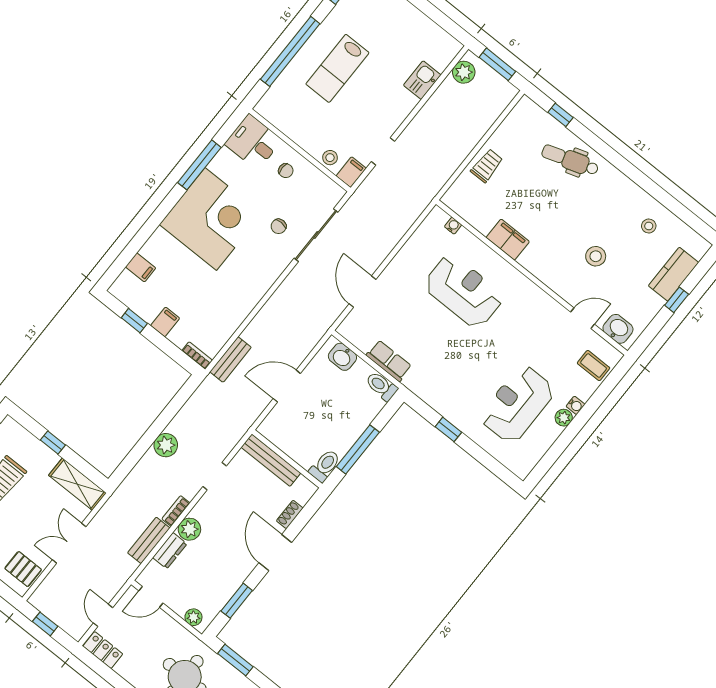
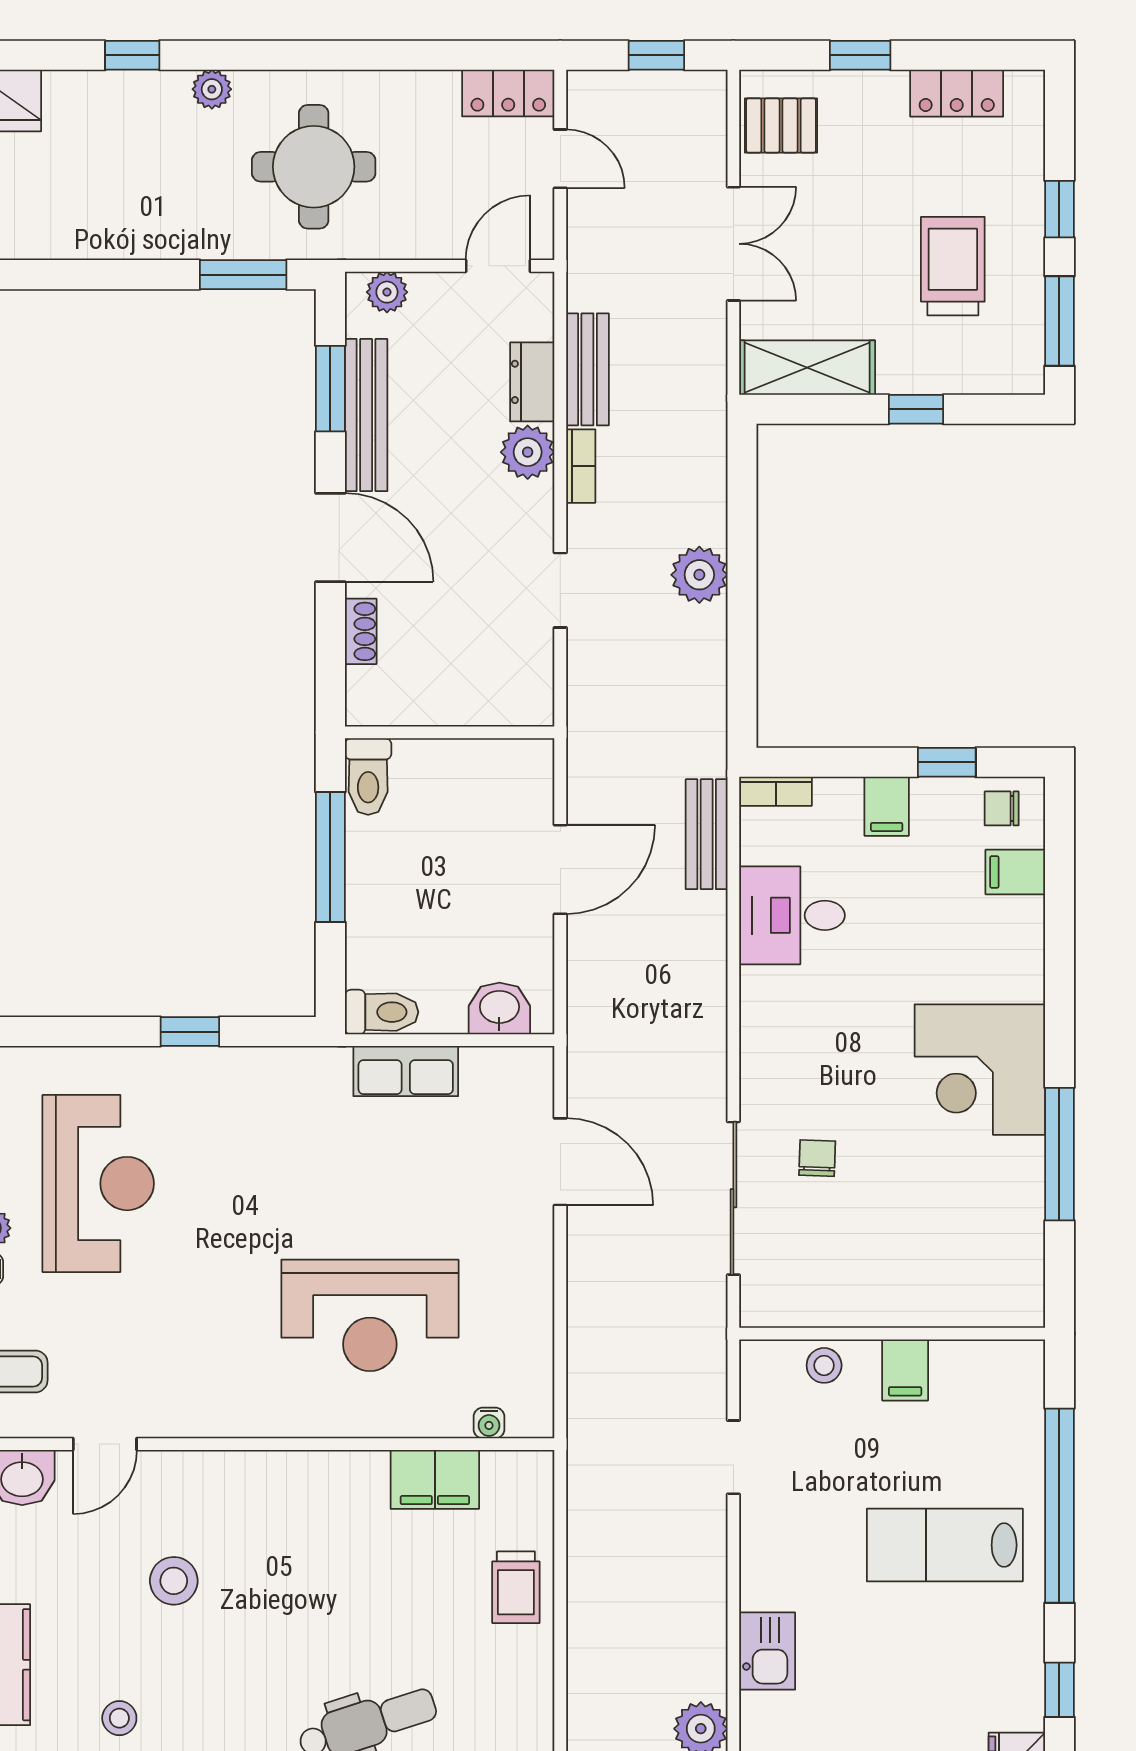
lab bench: (337, 68) -> (945, 1545), turned -90
desk: (253, 142) -> (792, 915), moved, turned 180
chair: (286, 171) -> (1002, 808), moved
filing cabinet: (351, 172) -> (905, 1370), moved
corner desk: (211, 219) -> (980, 1070), width x0.74, depth x0.74
filing cabinet: (508, 240) -> (435, 1479), moved
bench: (271, 460) -> (366, 415), moved, turned 90

